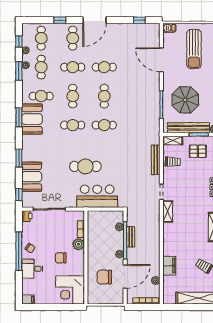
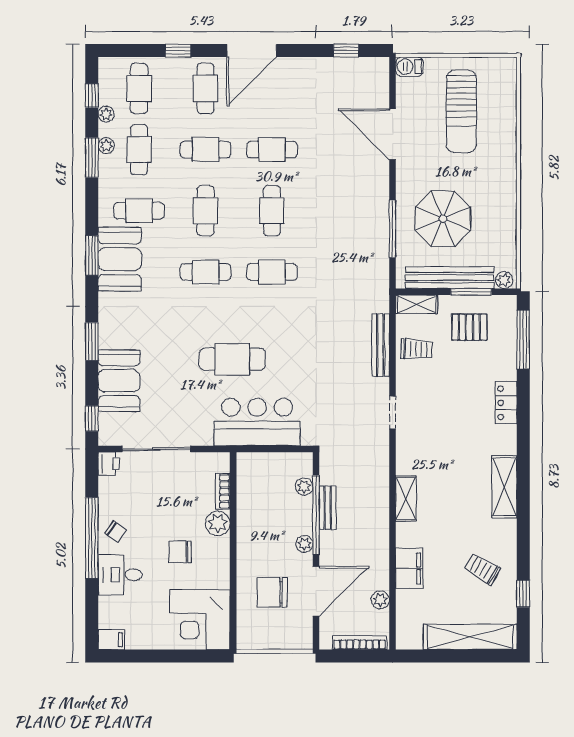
shelving: (168, 211) -> (406, 499), moved

